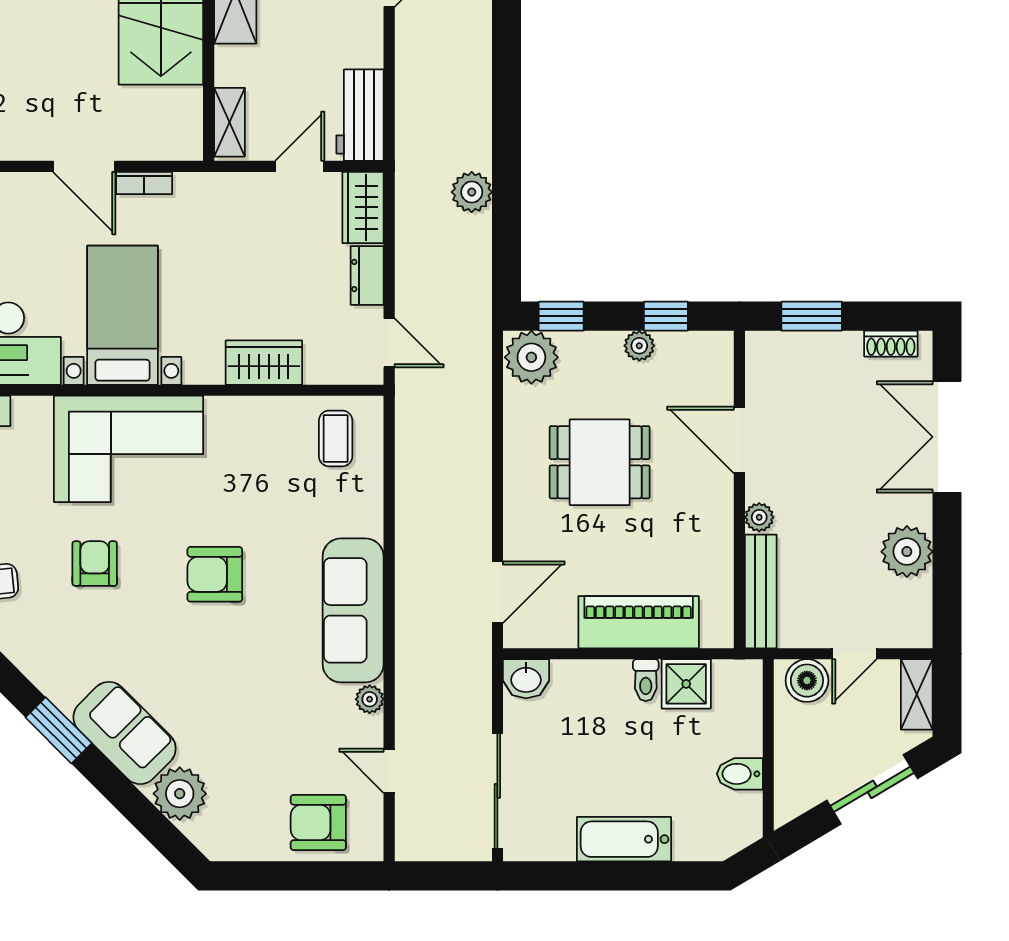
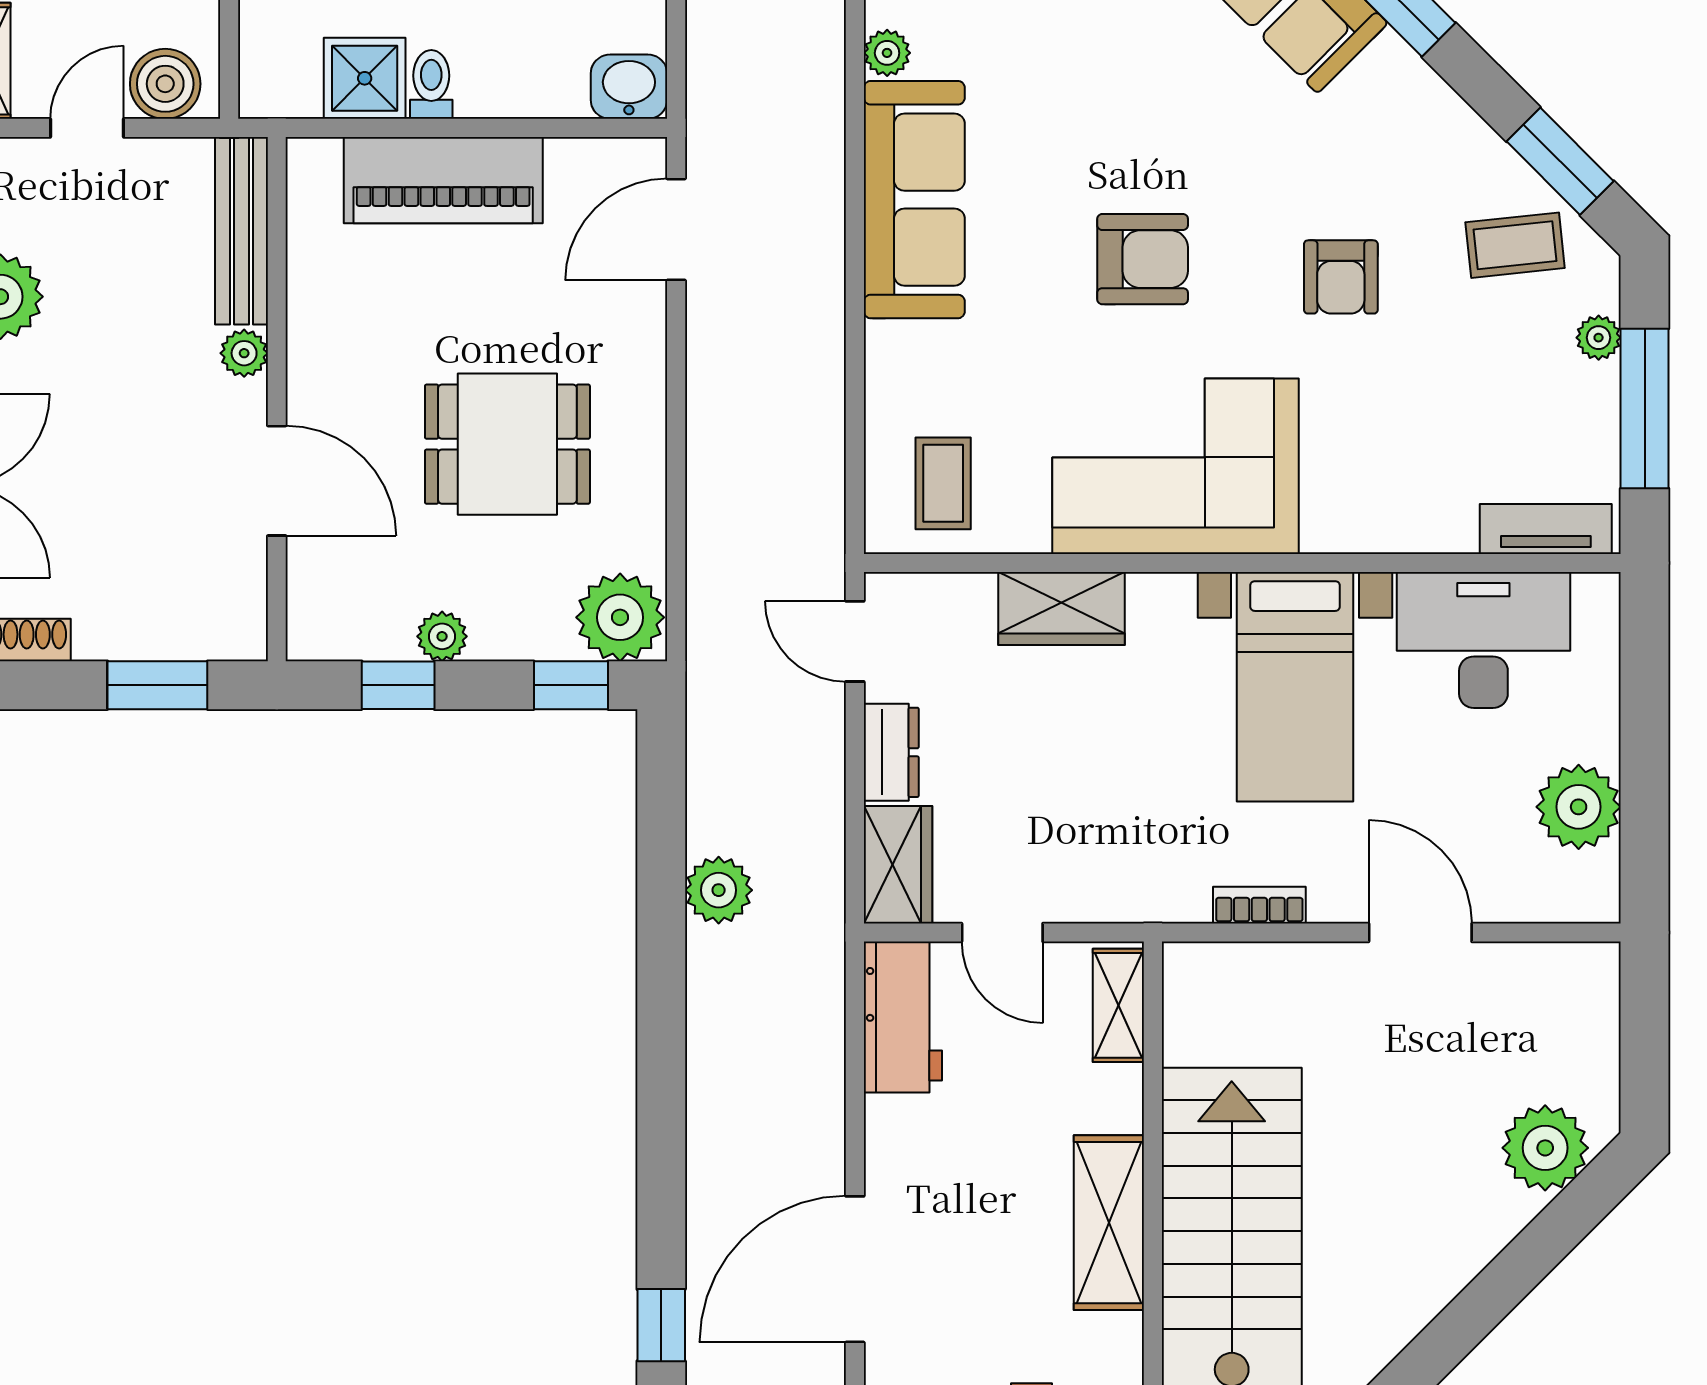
door: (84, 166) -> (1420, 933), moved
door: (300, 166) -> (1002, 933), hinge flipped
corner sofa: (129, 449) -> (1175, 466), moved

